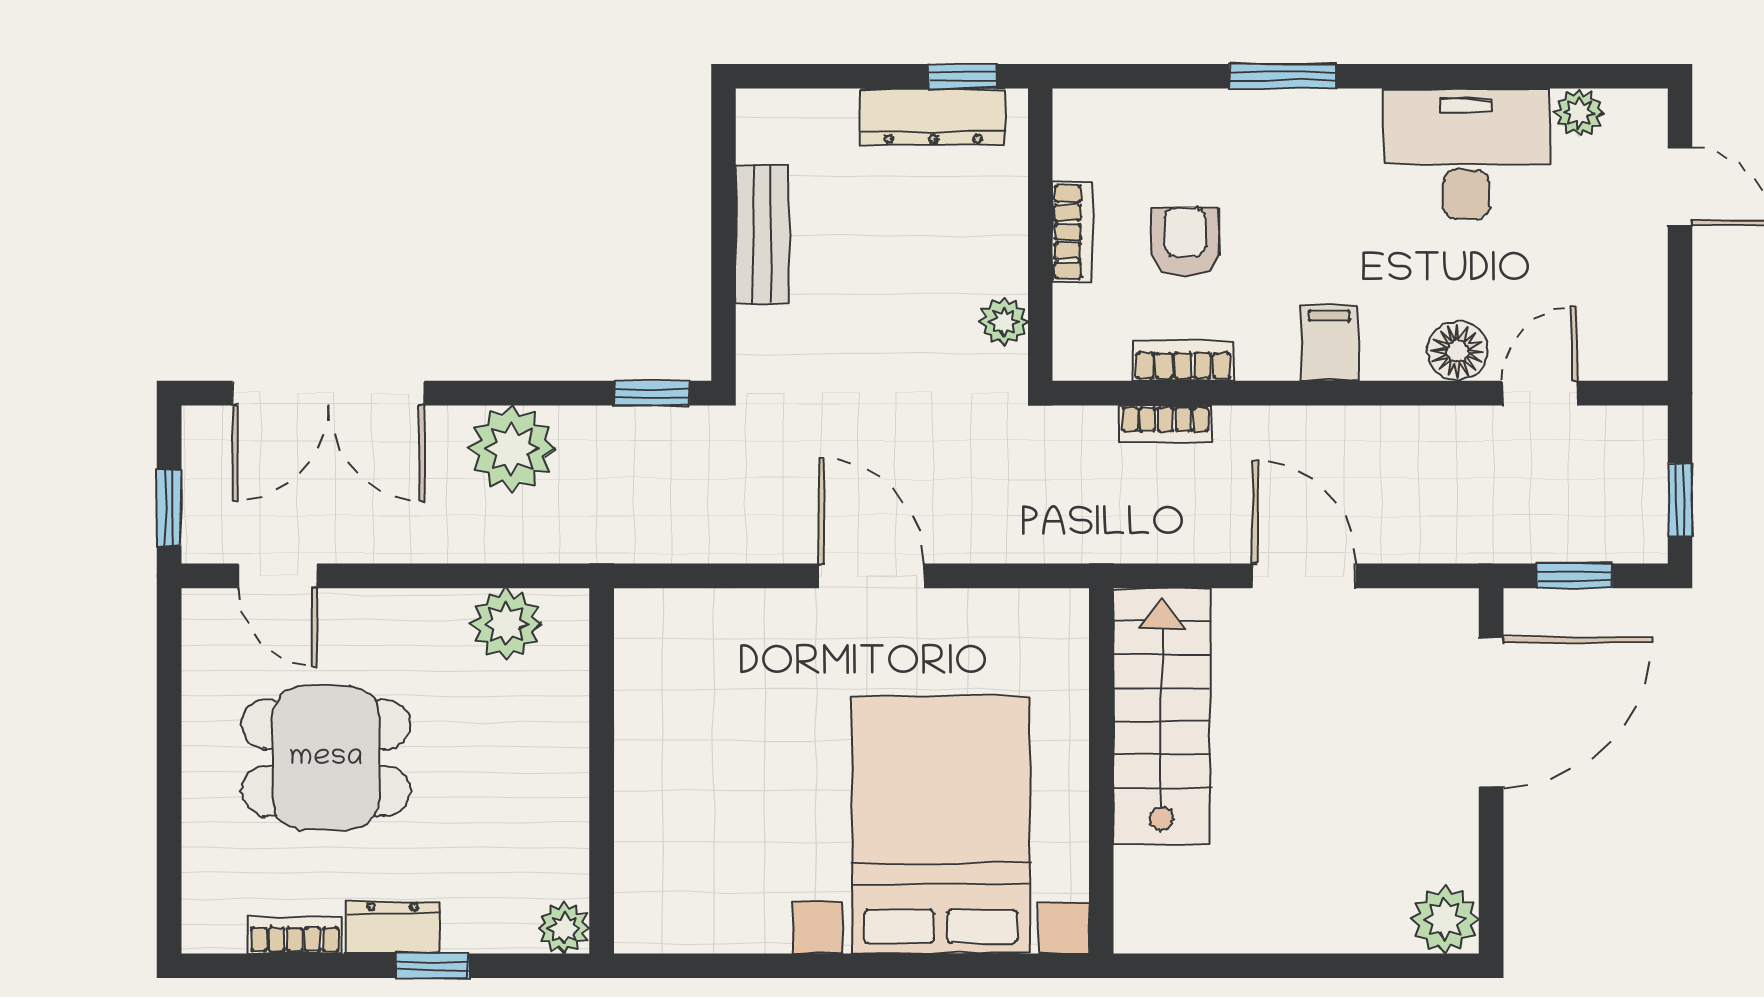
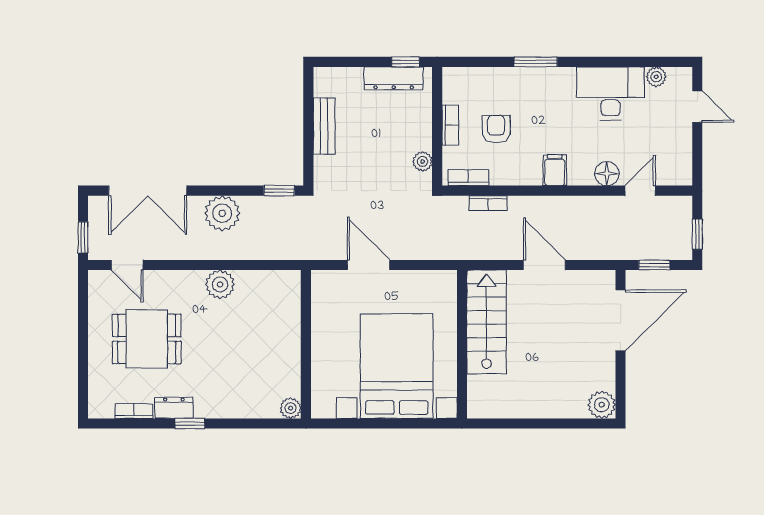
bookcase: (1183, 361) -> (468, 178), moved
wall: (602, 771) -> (306, 344), moved
plant: (564, 928) -> (291, 408), moved

